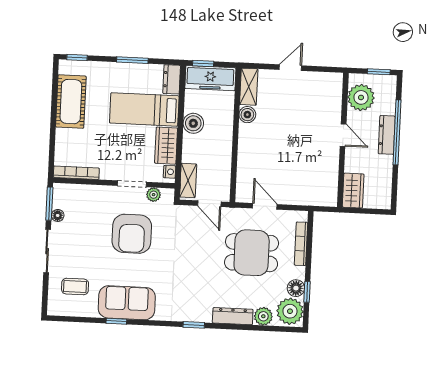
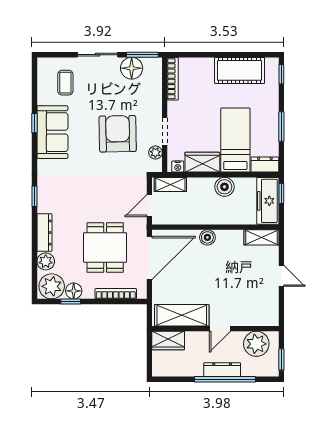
boiler: (247, 115) -> (207, 237), moved
shelving: (327, 175) -> (182, 315), added
door: (265, 206) -> (149, 258), width x1.88
floor lamp: (58, 215) -> (132, 68), width x1.89, depth x1.89
armchair: (132, 234) -> (118, 134), turned 89

